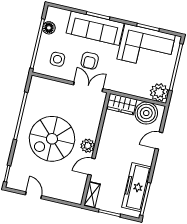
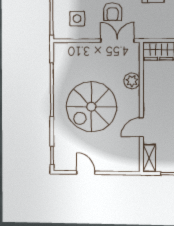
plant: (88, 146) -> (132, 81), moved

